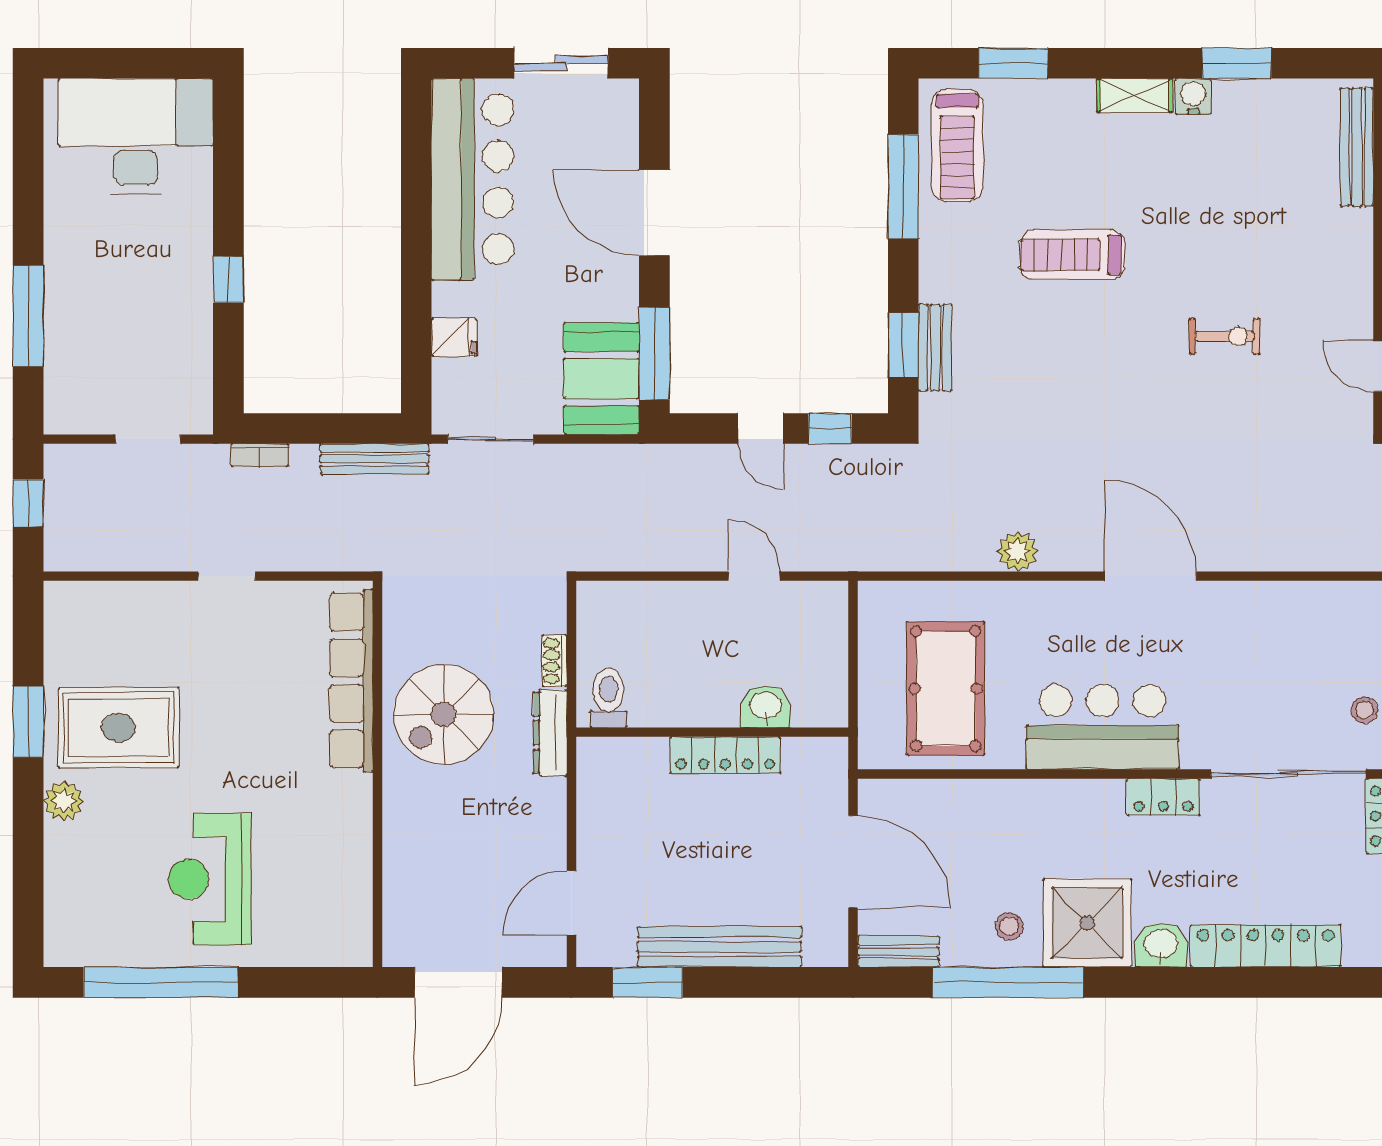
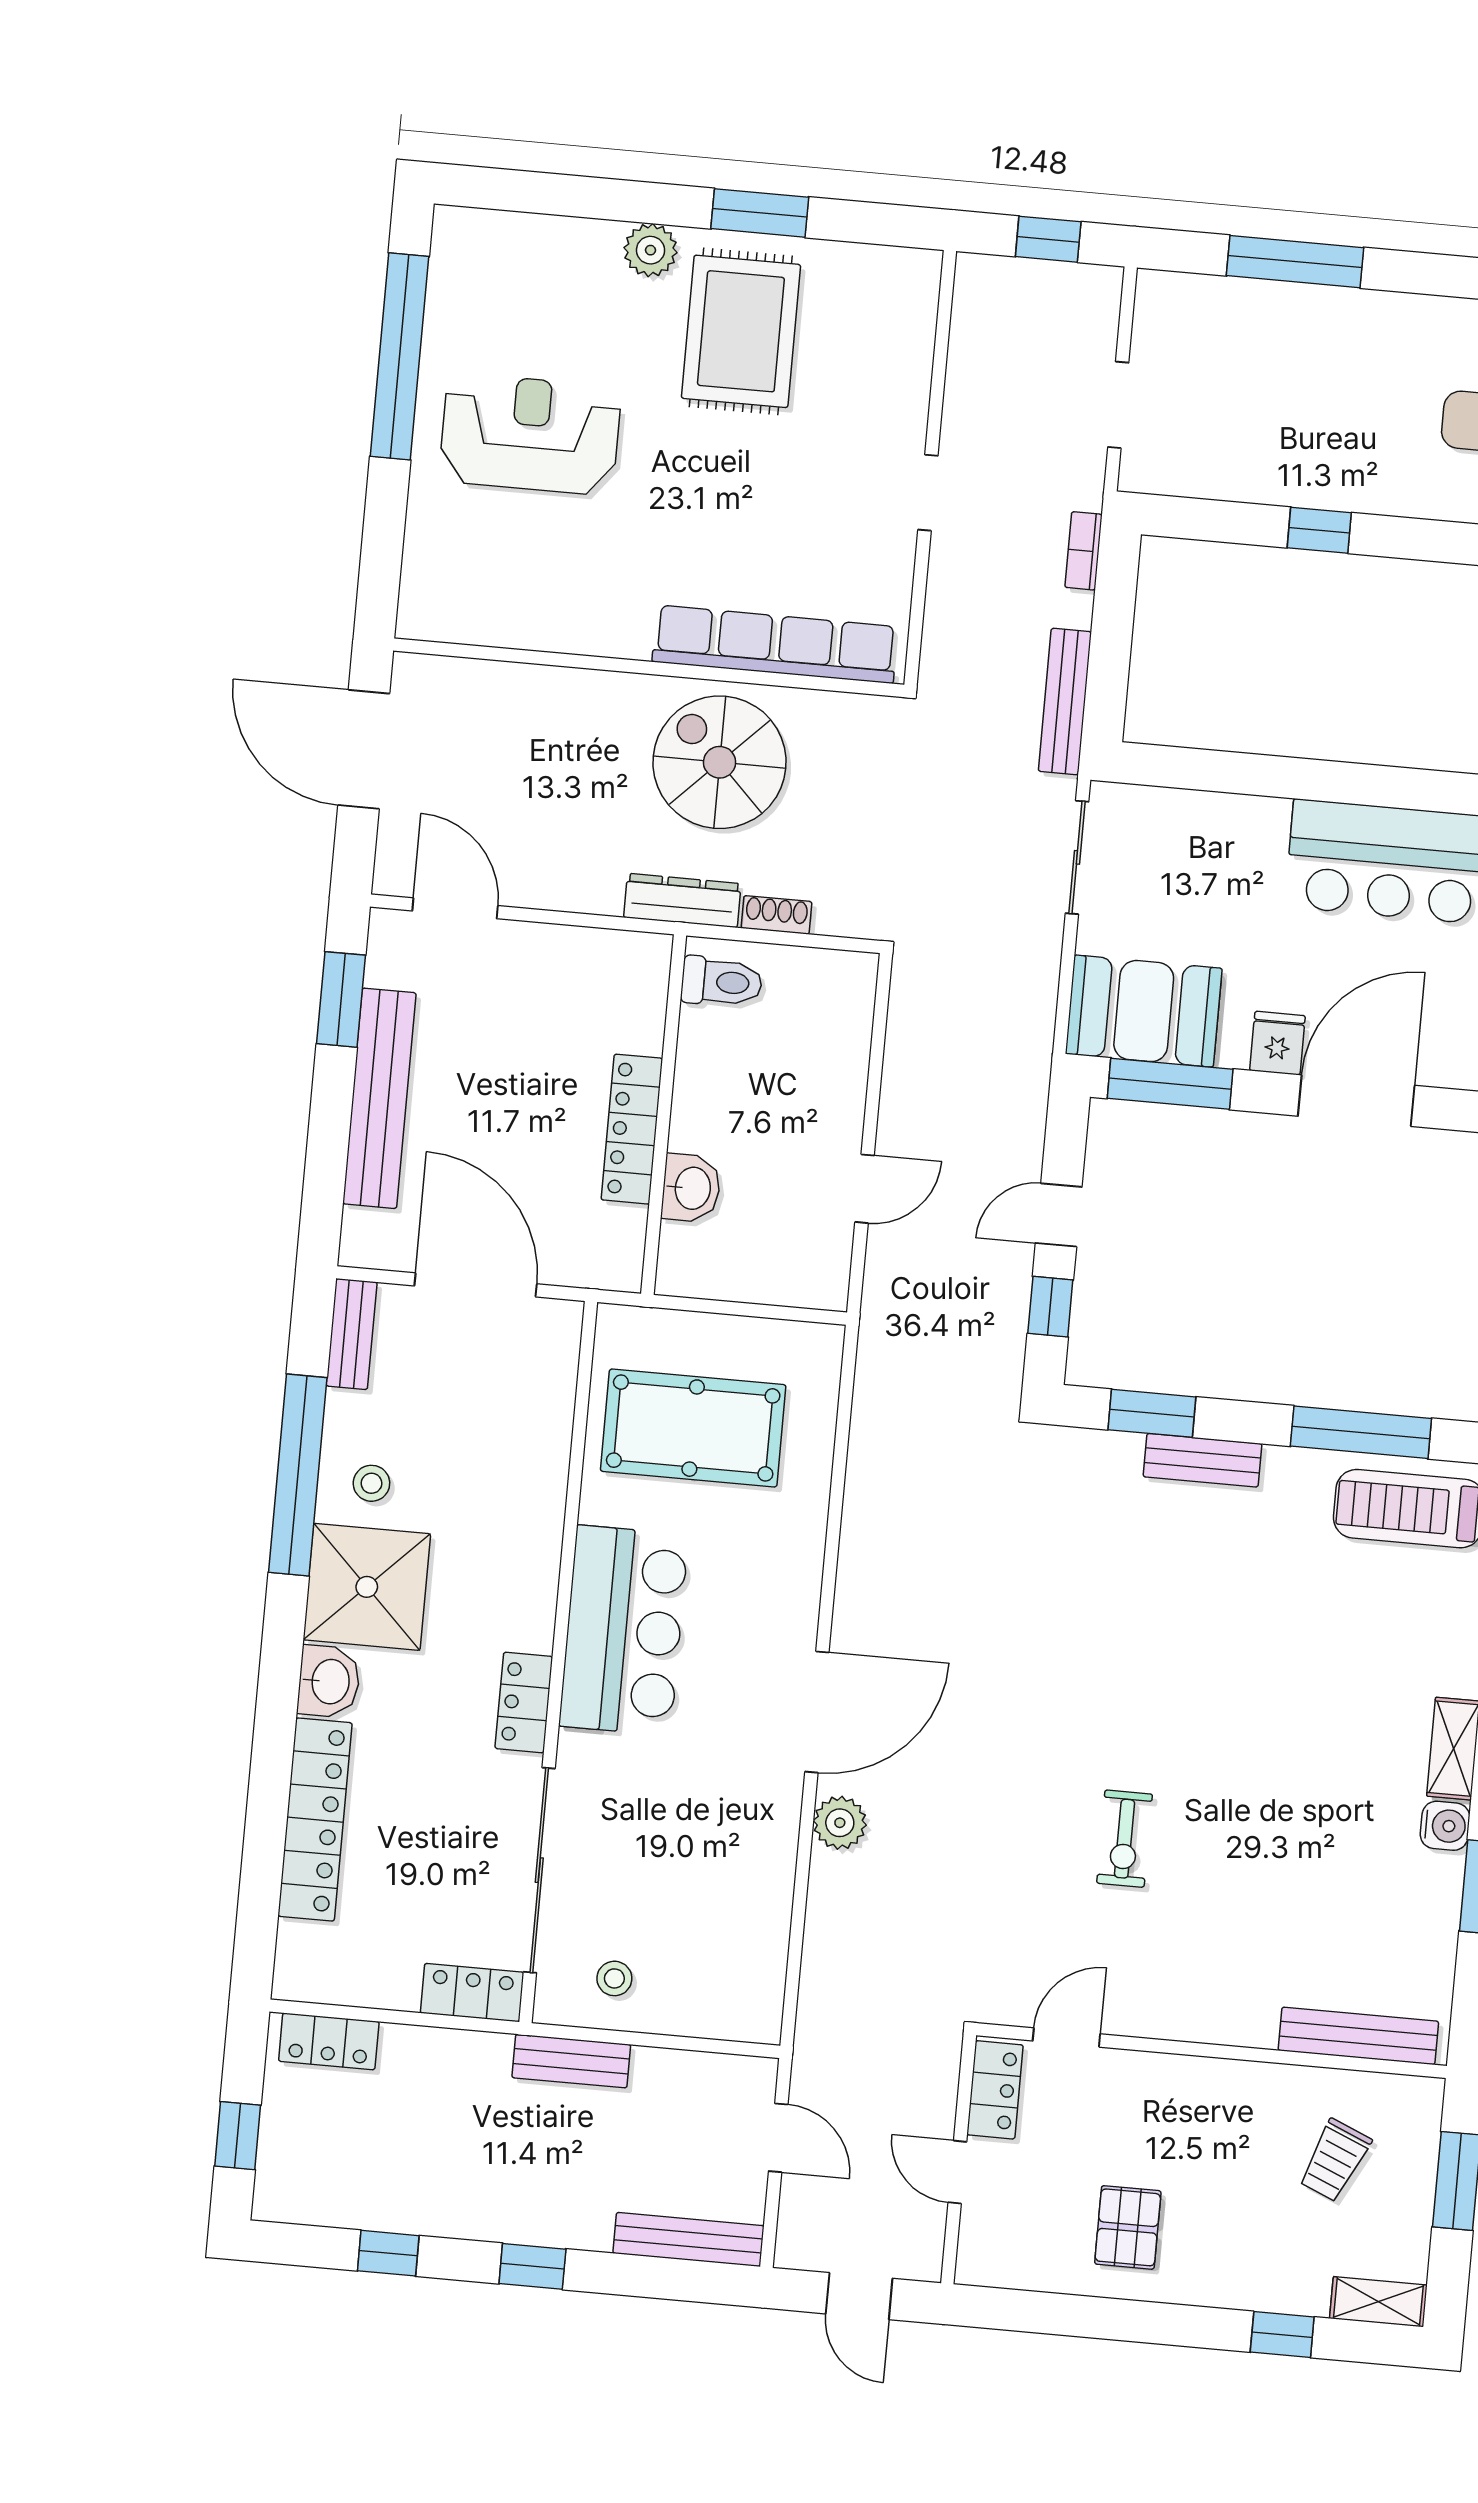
treadmill: (1072, 255) -> (1251, 1647), removed
fridge: (454, 337) -> (1277, 1043), moved, turned 180
bench: (935, 348) -> (1203, 1460), moved
plant: (1018, 551) -> (840, 1823), moved
door: (853, 862) -> (476, 1285), swing flipped

